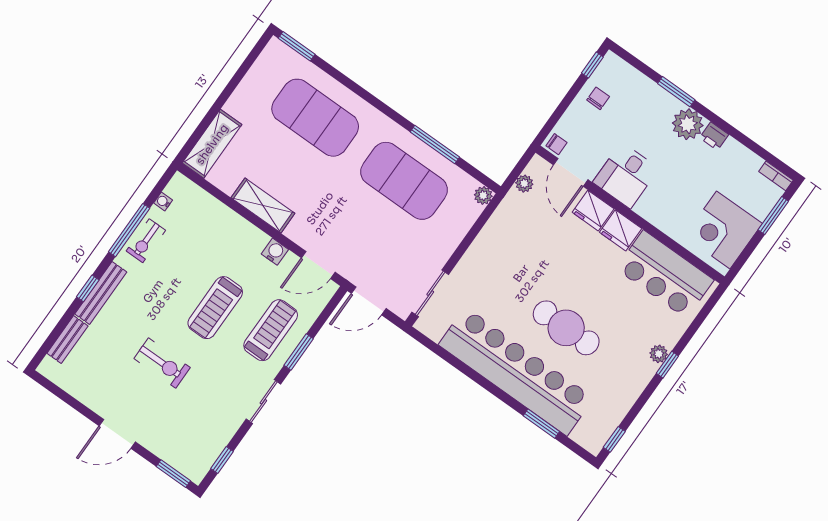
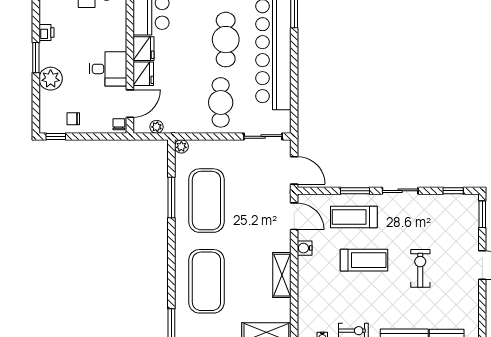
window: (676, 92) -> (36, 58), moved
plant: (688, 124) -> (51, 79), moved
cafe table: (501, 273) -> (221, 102), added

